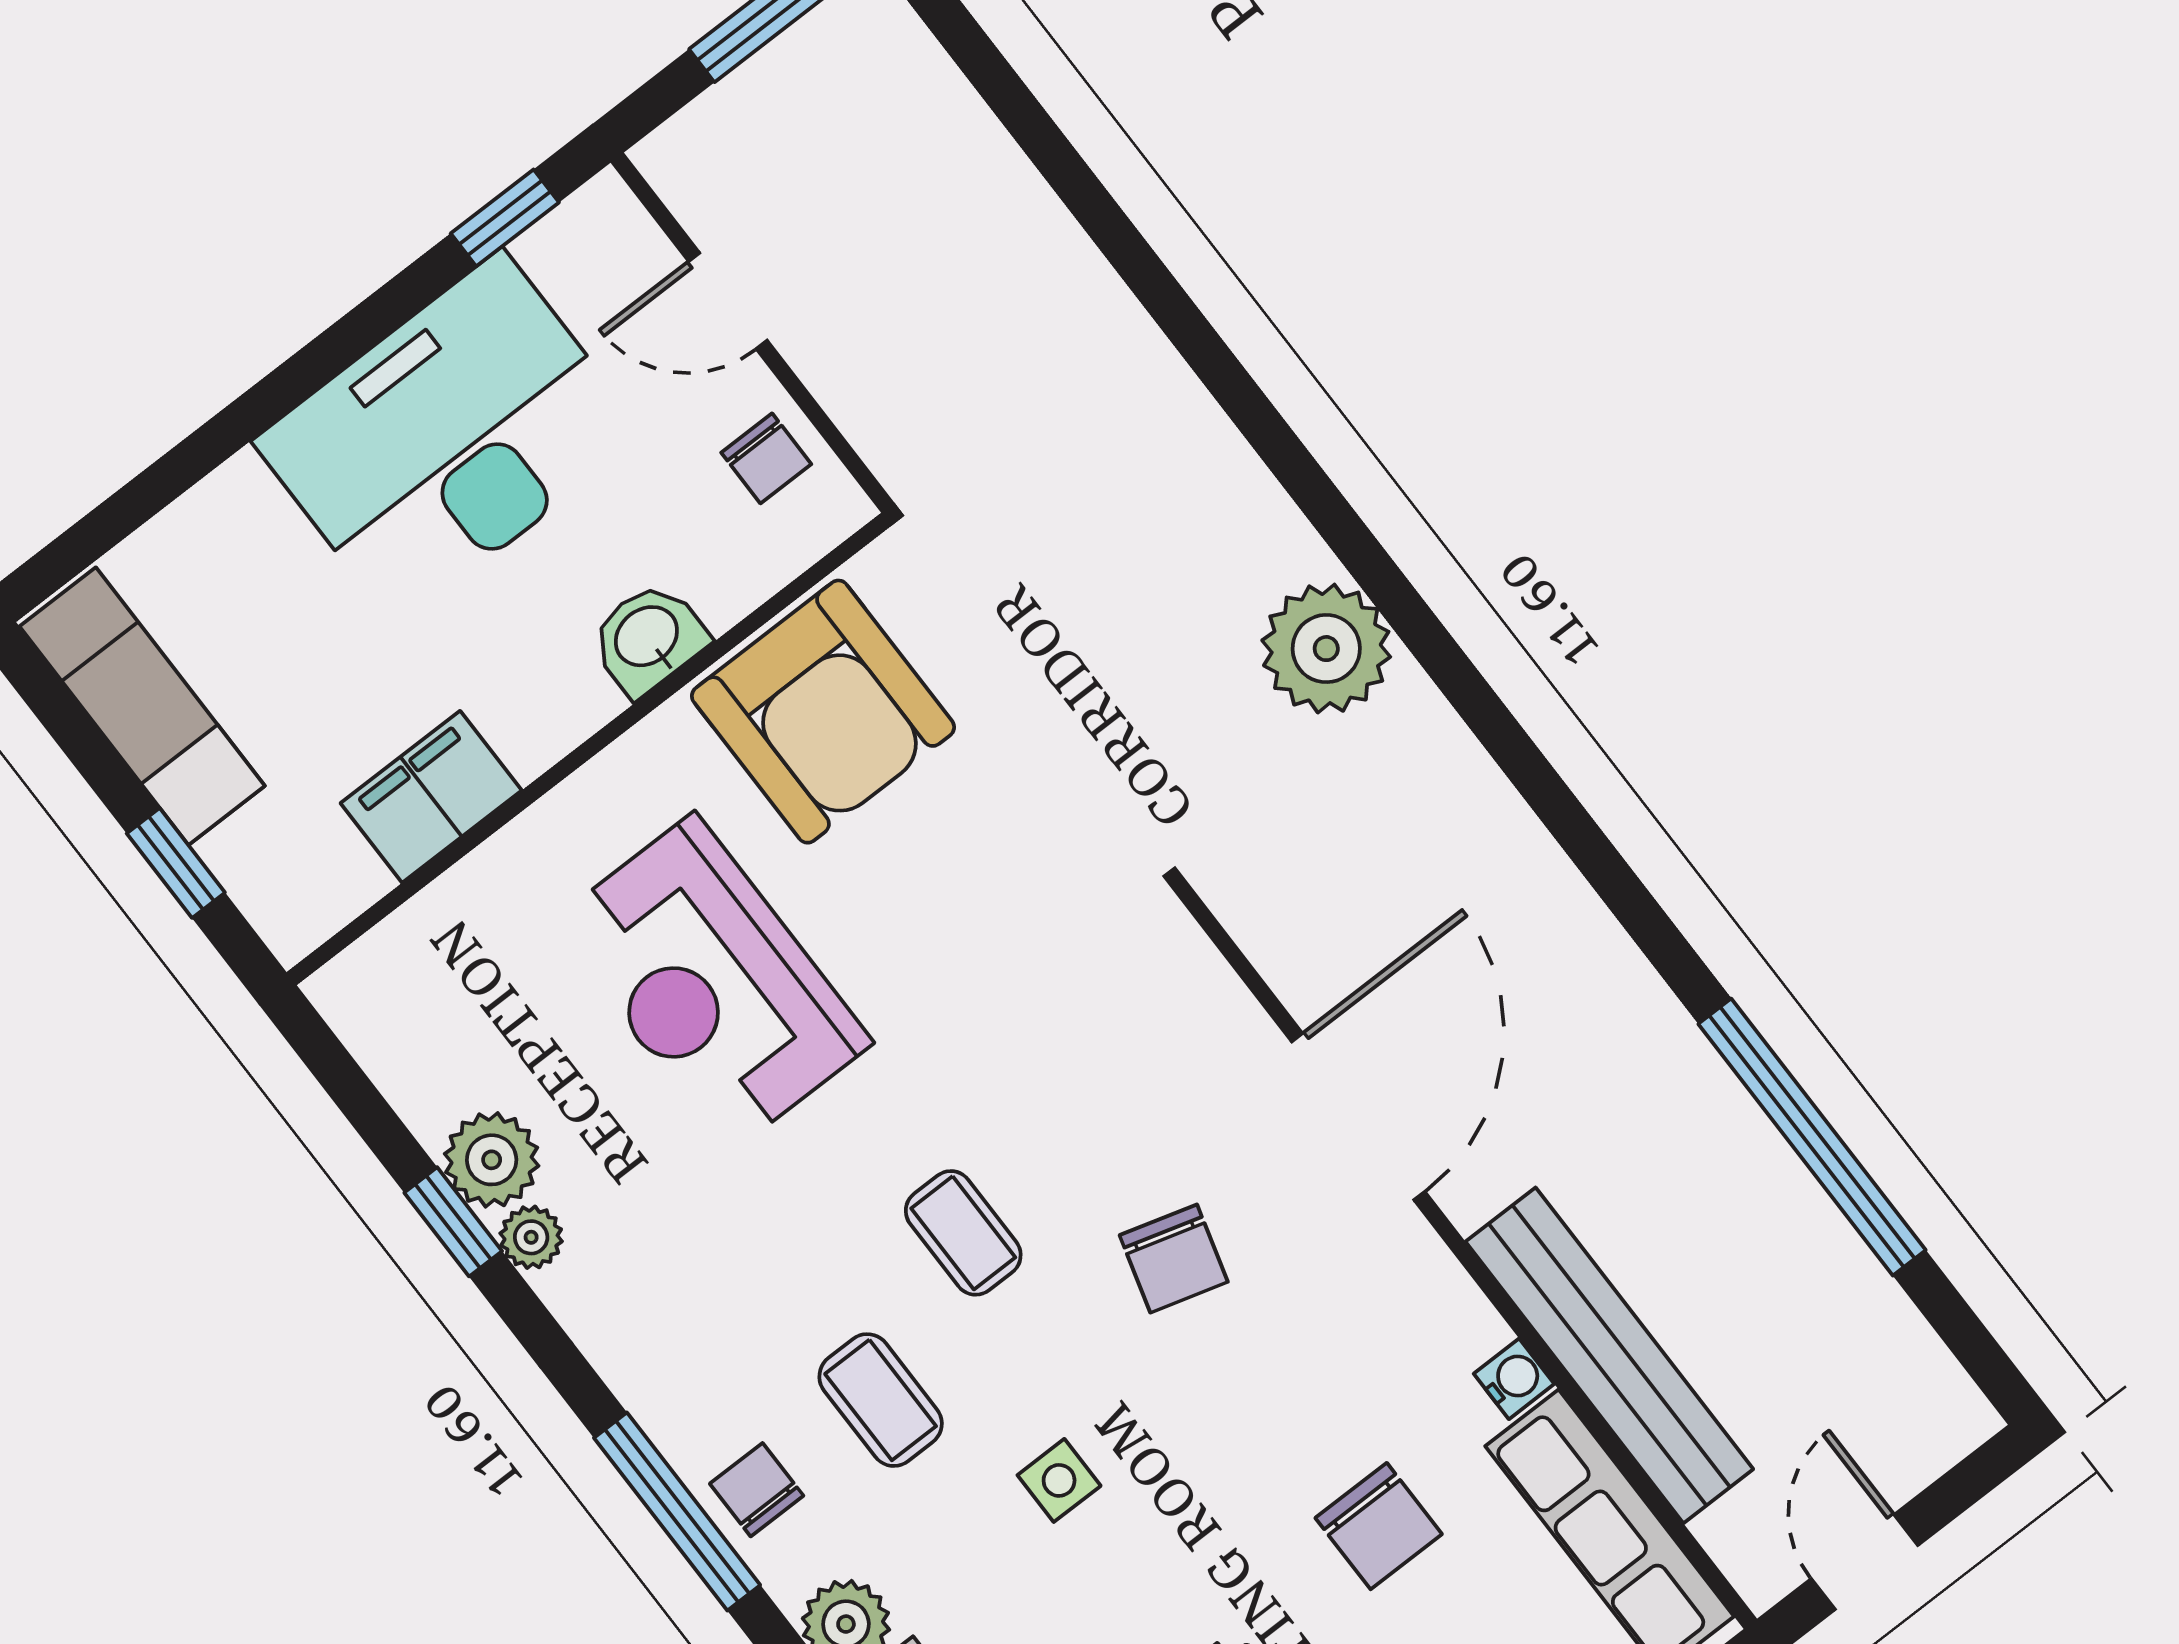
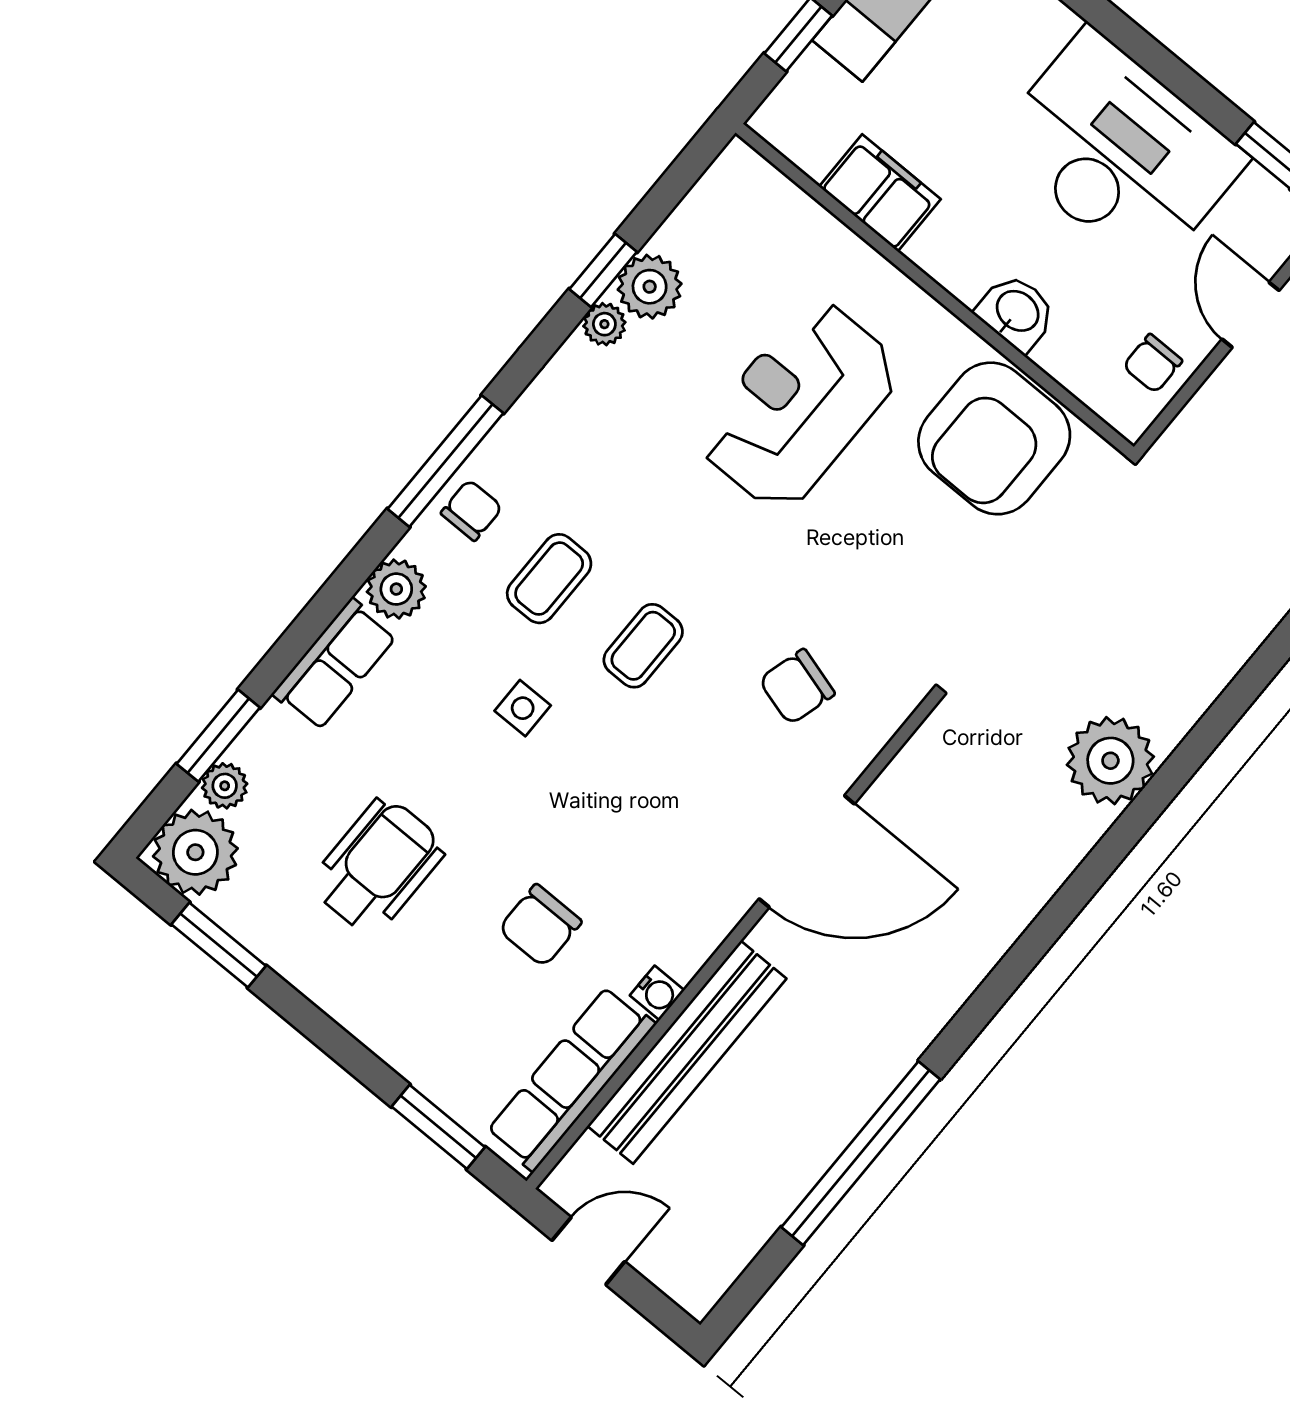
coffee table: (963, 1233) -> (643, 646), moved
chair: (1174, 1259) -> (797, 687), moved

